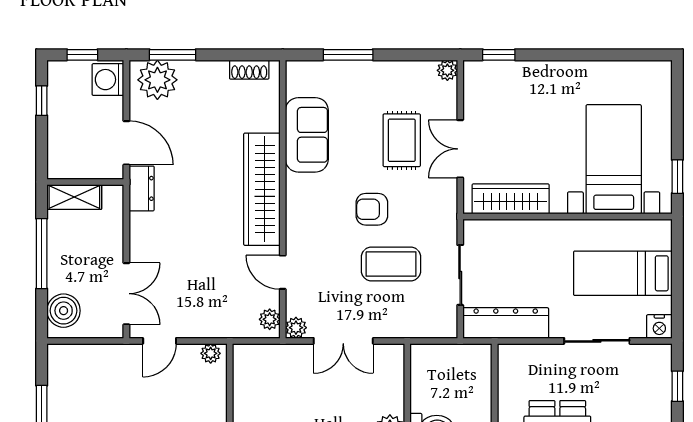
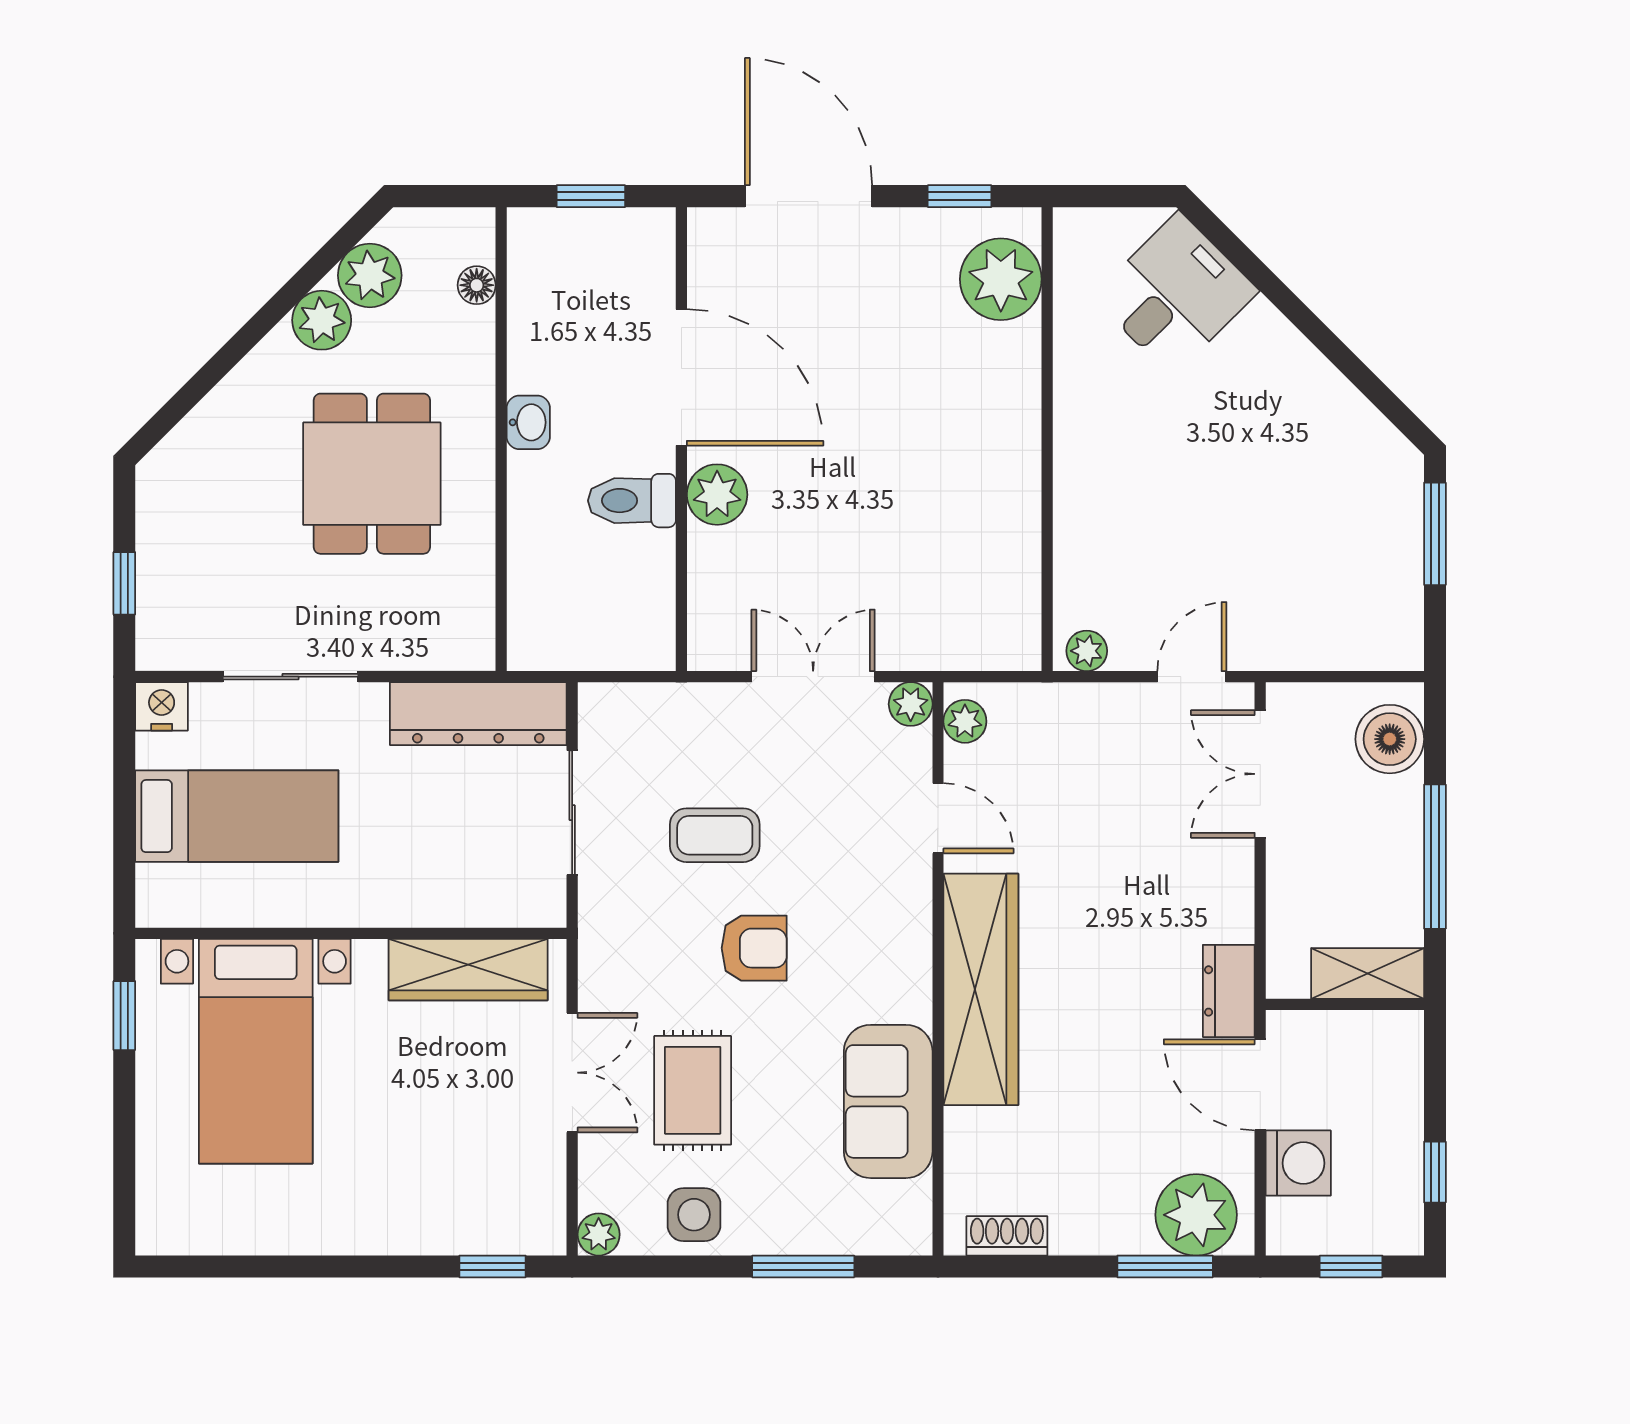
washing machine: (108, 80) -> (1298, 1163), moved
side table: (401, 80) -> (694, 1215), added
coffee table: (391, 264) -> (715, 835), width x0.73, depth x0.77

